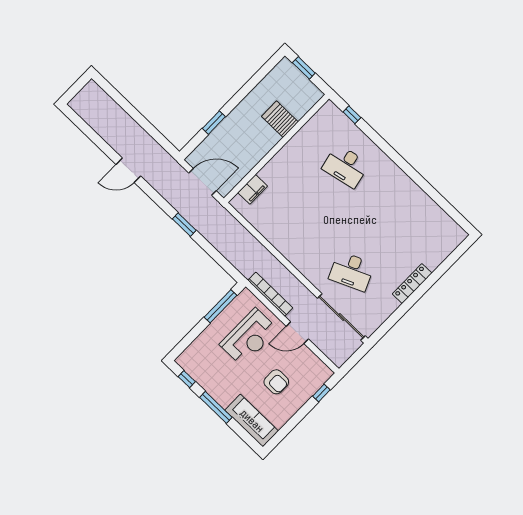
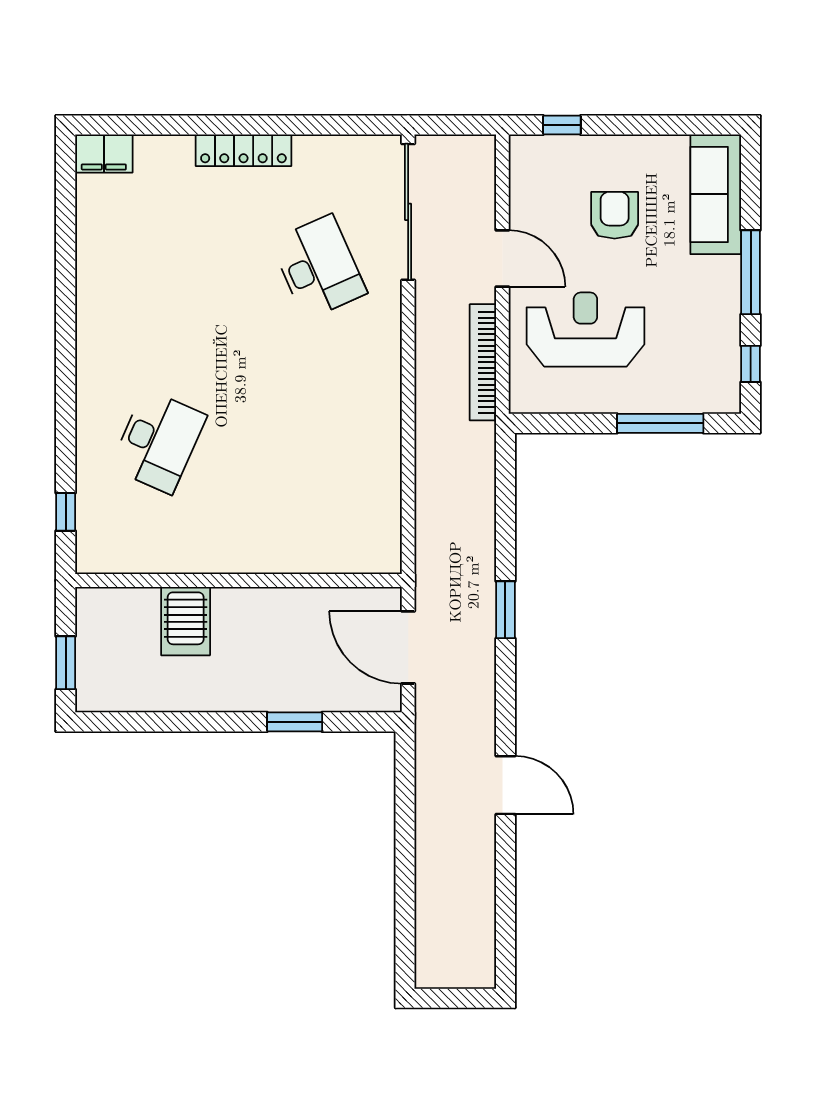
desk: (346, 166) -> (158, 442), turned 36
filing cabinet: (253, 189) -> (104, 154), moved, turned 180
window: (221, 306) -> (660, 423), moved

